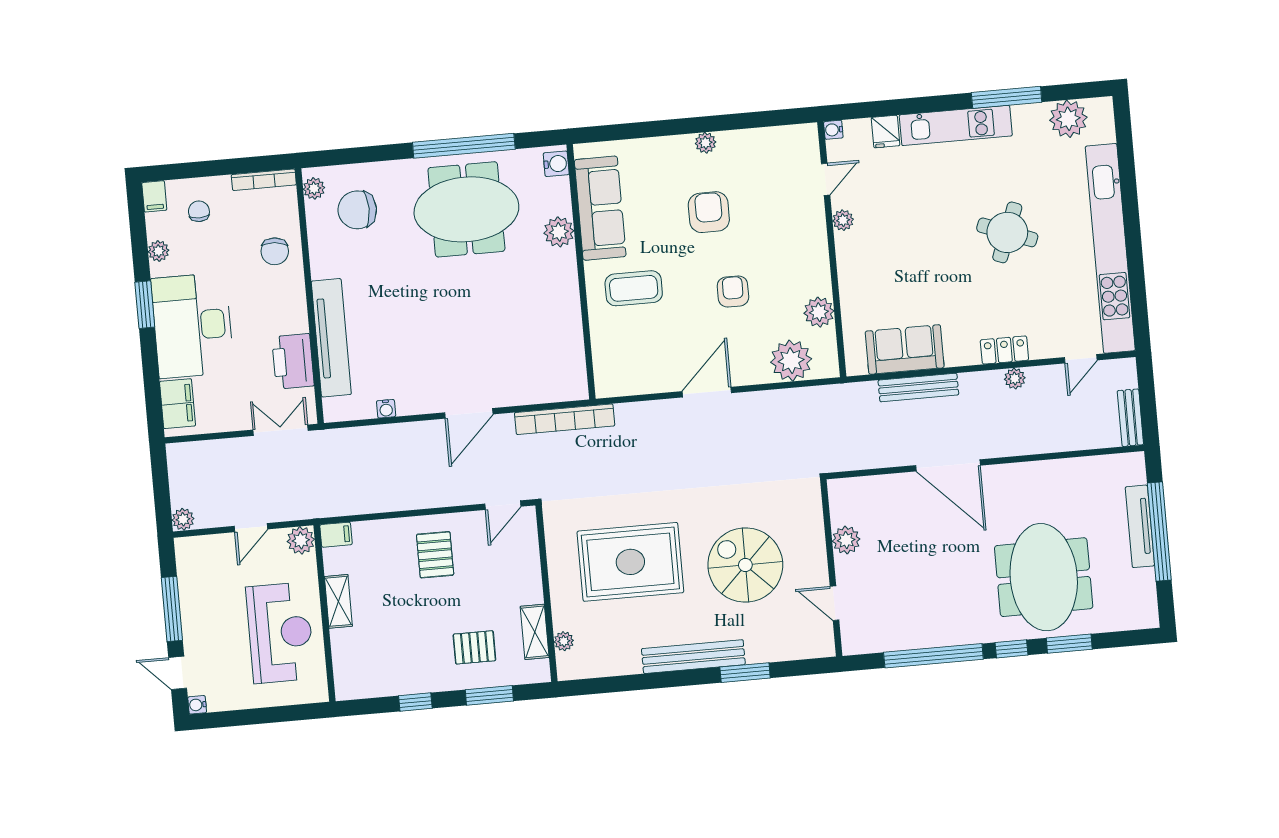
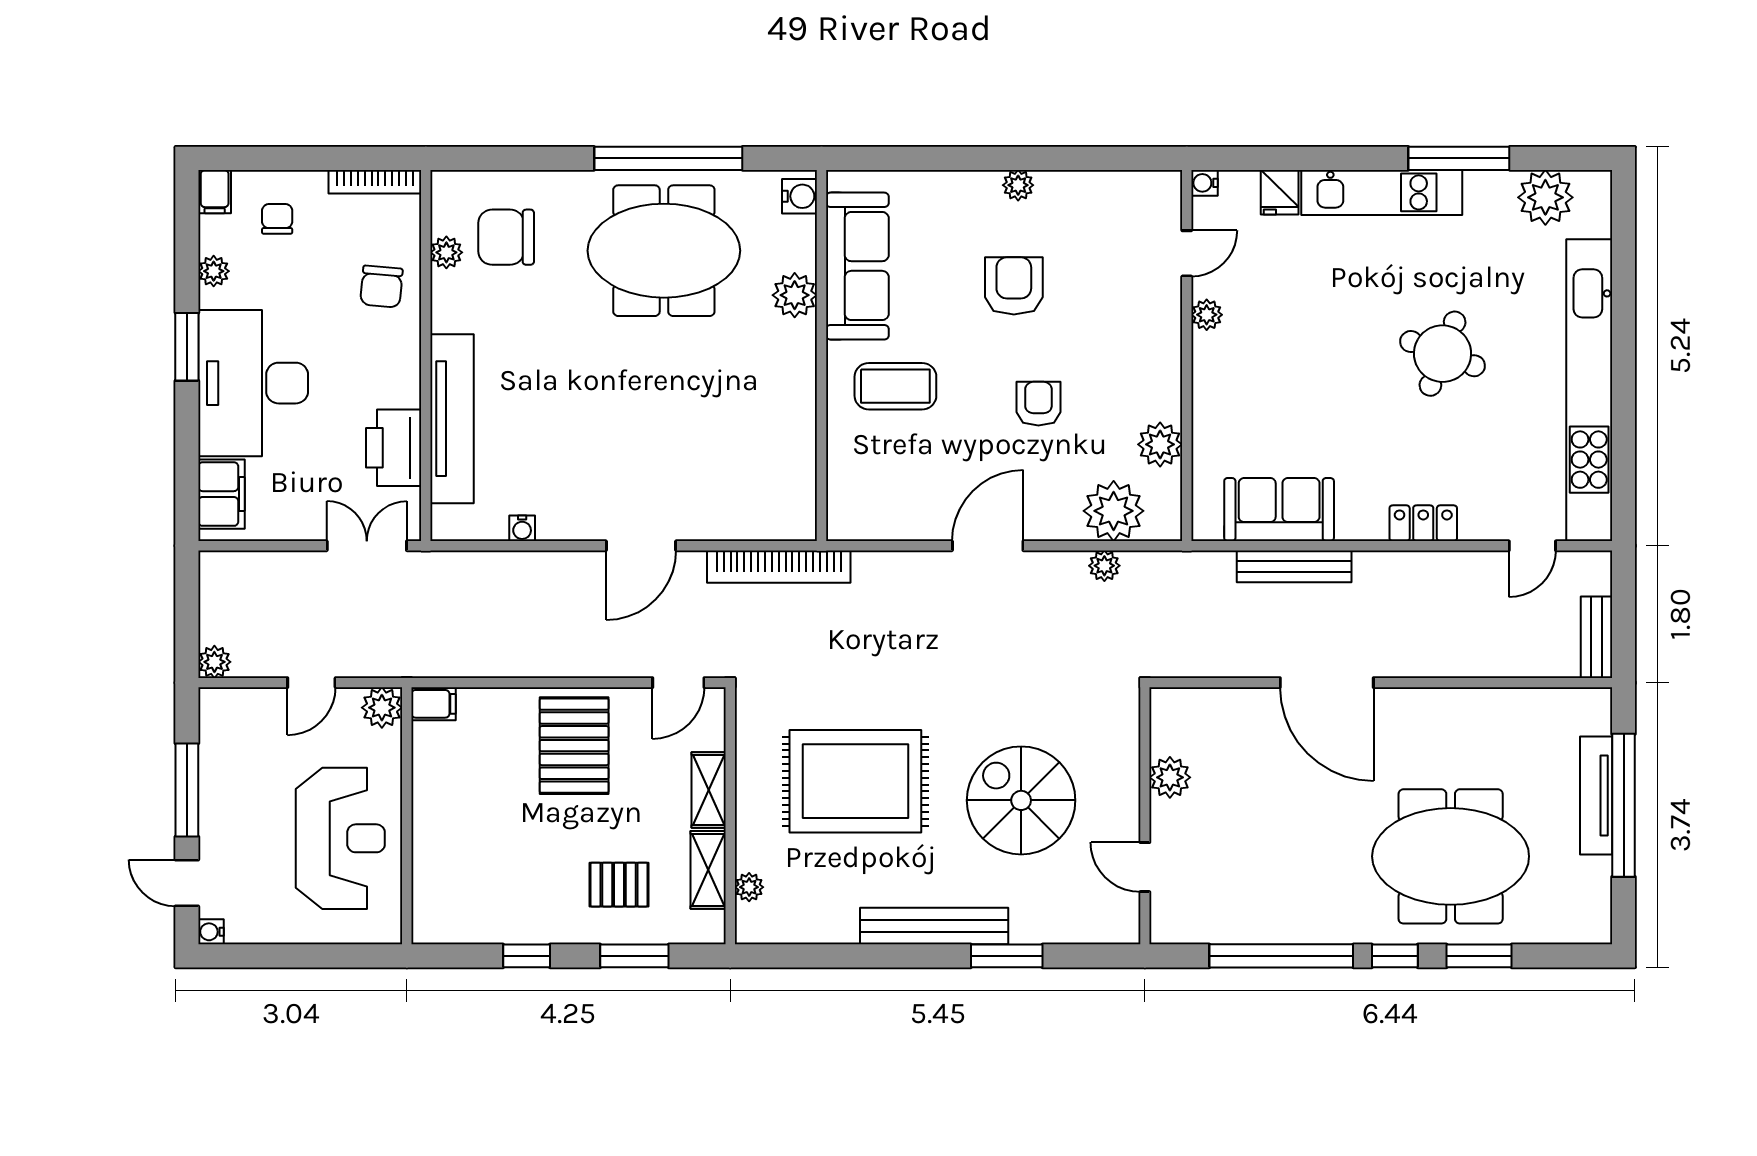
plant: (314, 188) -> (446, 252), moved
plant: (1015, 379) -> (1104, 566), moved
pallet: (435, 555) -> (574, 746), width x1.50, depth x1.42
meeting table: (1044, 577) -> (1451, 856), turned 90
shelving: (338, 601) -> (709, 790), moved

